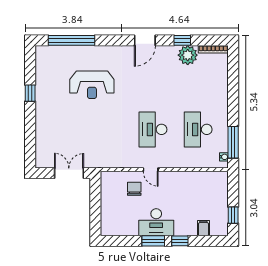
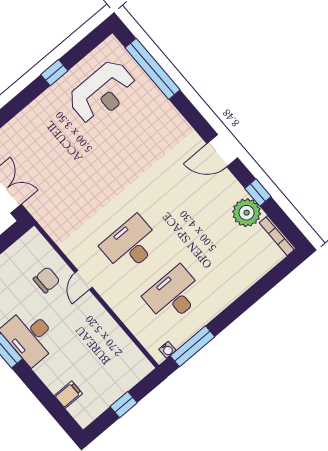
reception desk: (92, 85) -> (102, 92), moved, turned -90
window: (233, 215) -> (124, 405), moved
window: (180, 241) -> (32, 381), removed

